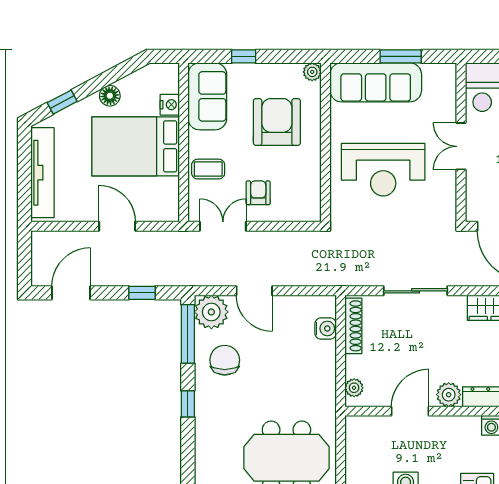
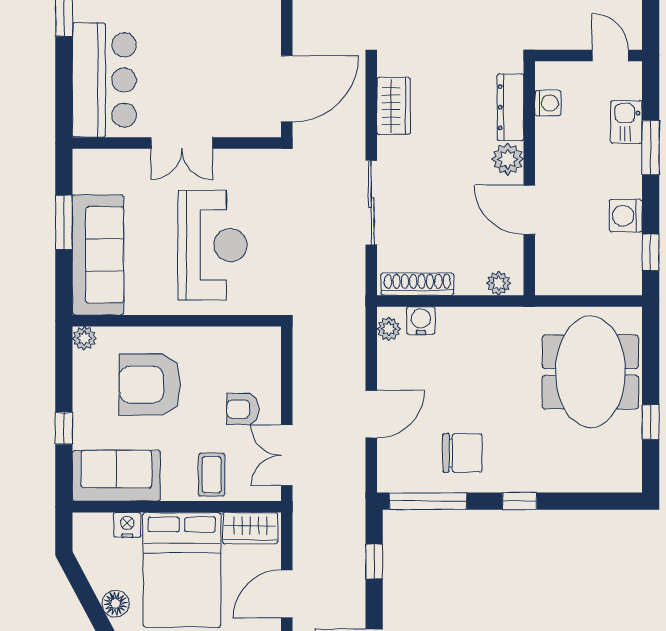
wardrobe: (167, 198) -> (250, 528), added
plant: (211, 312) -> (389, 329), moved, width x0.53, depth x0.53
chair: (225, 360) -> (462, 453), turned 180

